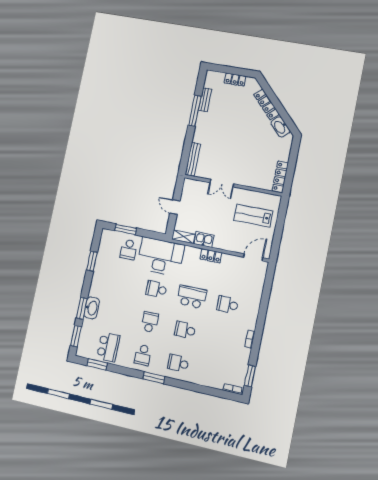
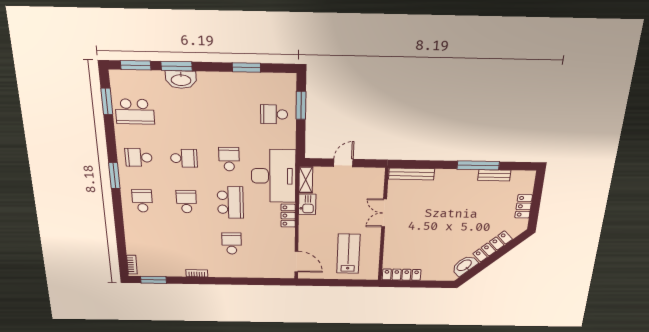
desk: (160, 257) -> (274, 176), moved

